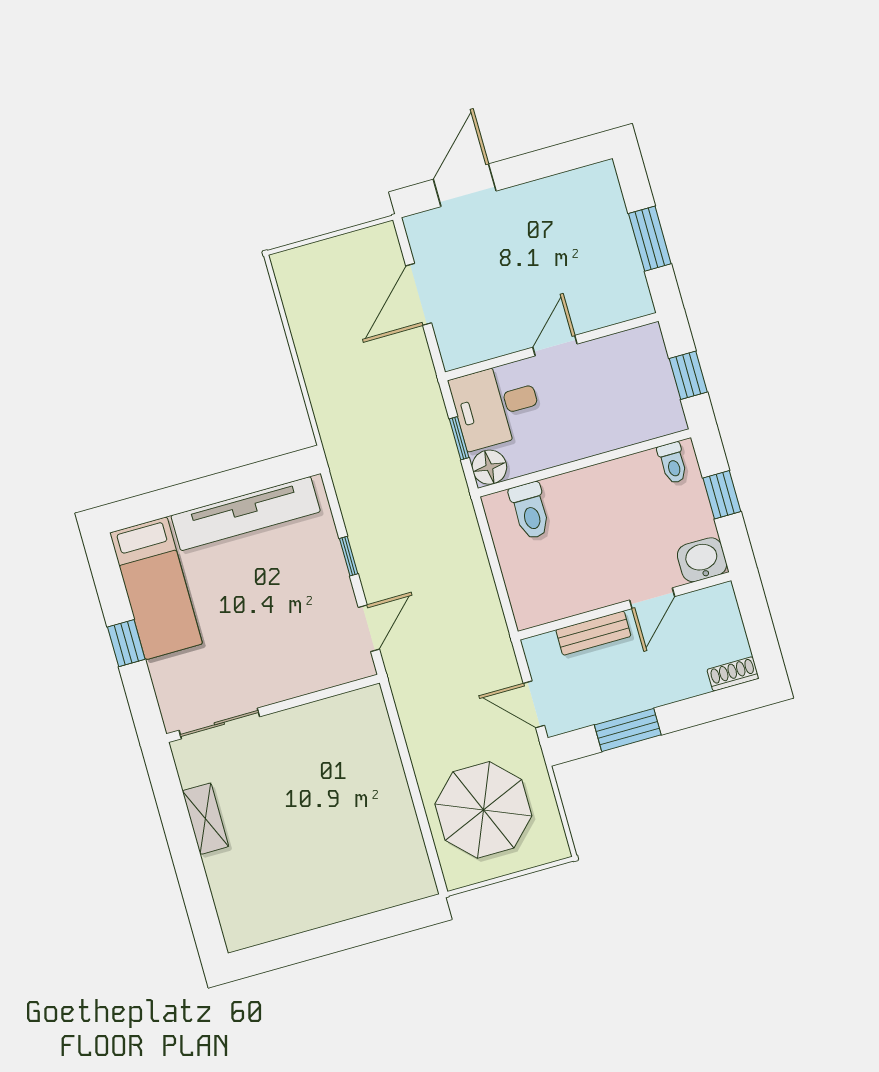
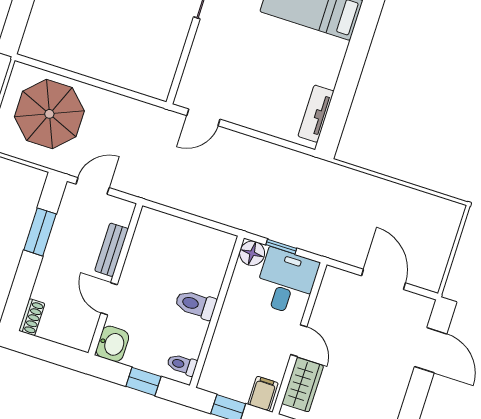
wardrobe: (603, 307) -> (303, 385), added
filing cabinet: (644, 346) -> (263, 394), added
toilet: (530, 511) -> (196, 305), moved
tv unit: (246, 514) -> (316, 114), width x0.52, depth x0.78
window: (349, 556) -> (255, 134), removed
door: (369, 628) -> (203, 117), hinge flipped

